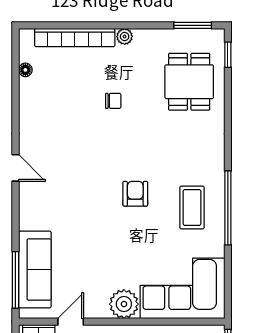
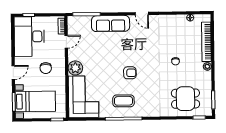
door: (15, 168) -> (142, 14), hinge flipped
sofa: (35, 269) -> (111, 24), moved
door: (71, 322) -> (66, 42), hinge flipped

